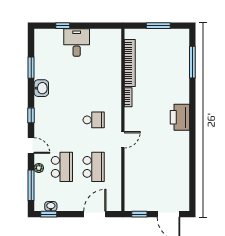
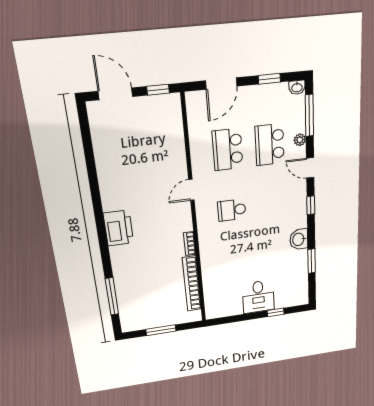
washbasin: (51, 206) -> (297, 87), moved
window: (49, 214) -> (269, 79), moved

